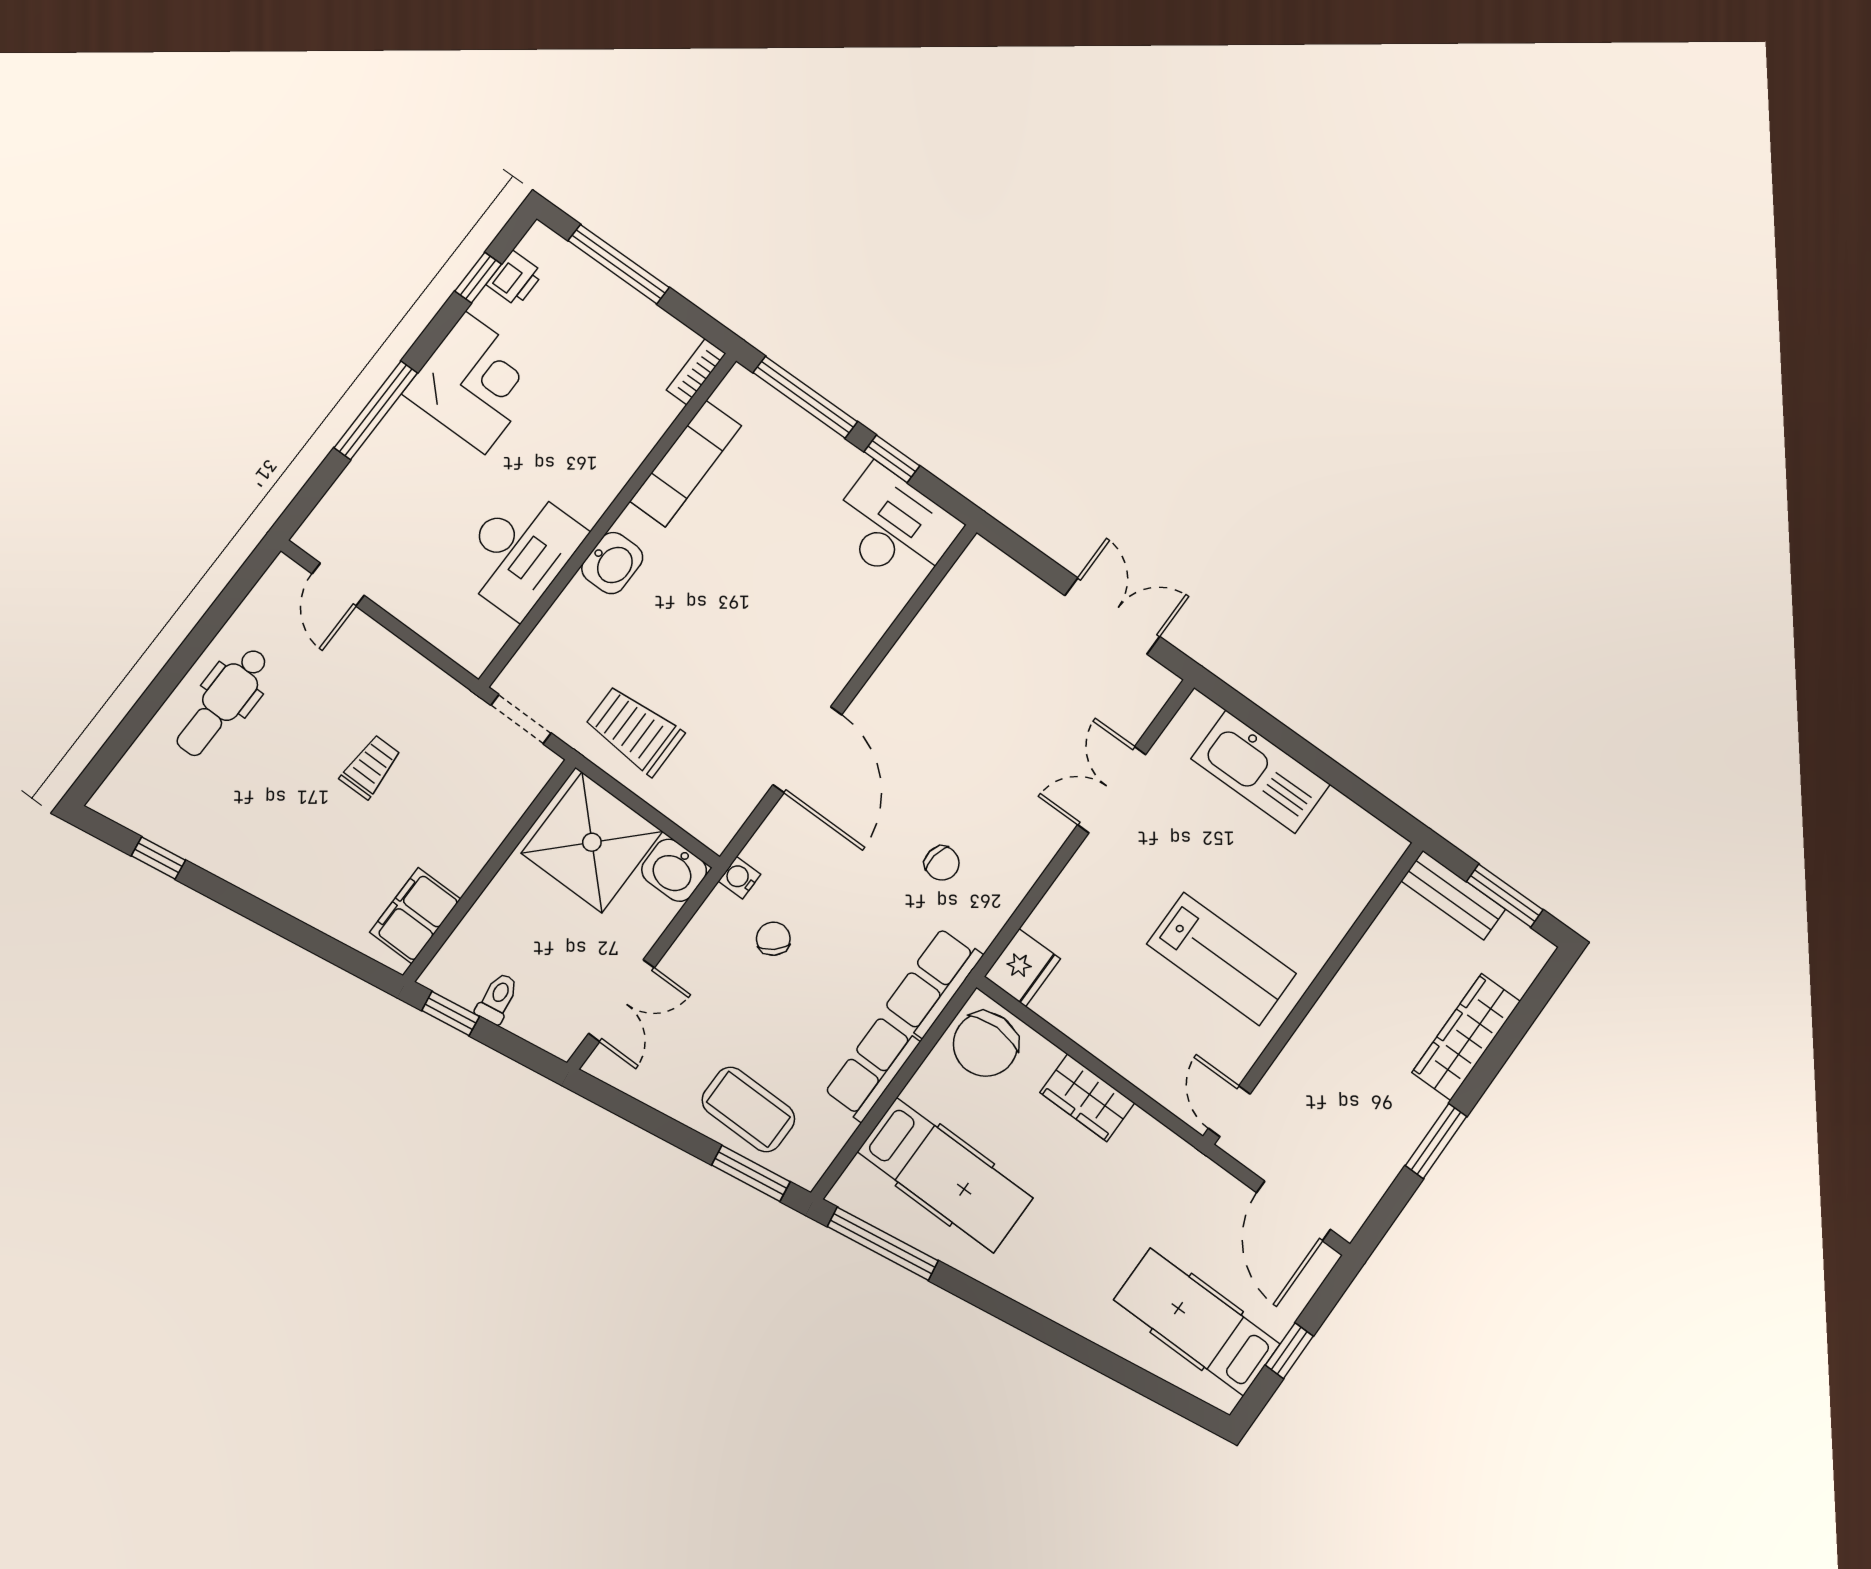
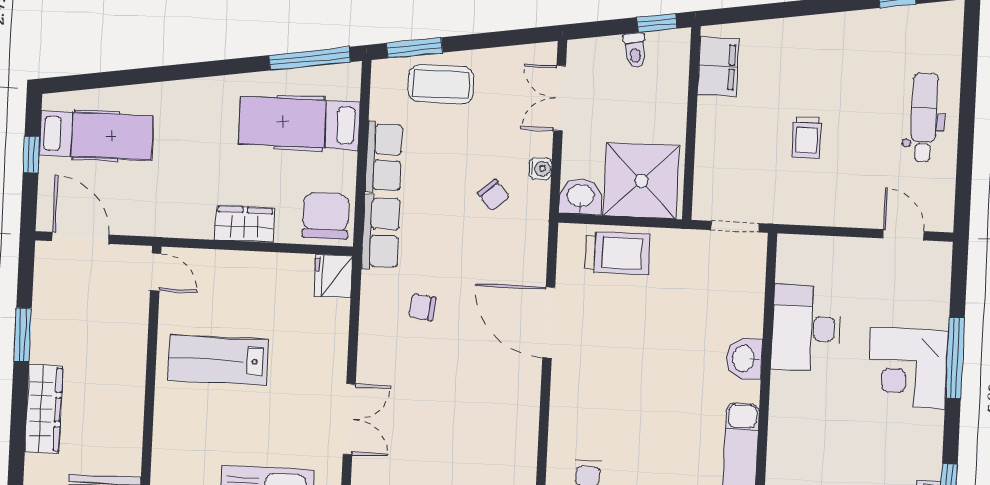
corner desk: (475, 383) -> (908, 368), moved
trolley: (634, 730) -> (618, 253), moved
water cooler: (740, 878) -> (541, 169), moved

